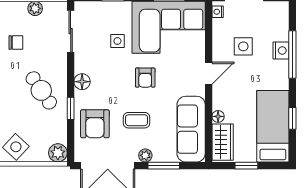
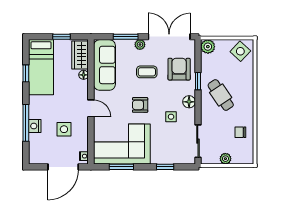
side table: (117, 41) -> (171, 117), moved
door: (209, 73) -> (91, 108), swing flipped
armchair: (145, 78) -> (140, 105), turned -90

